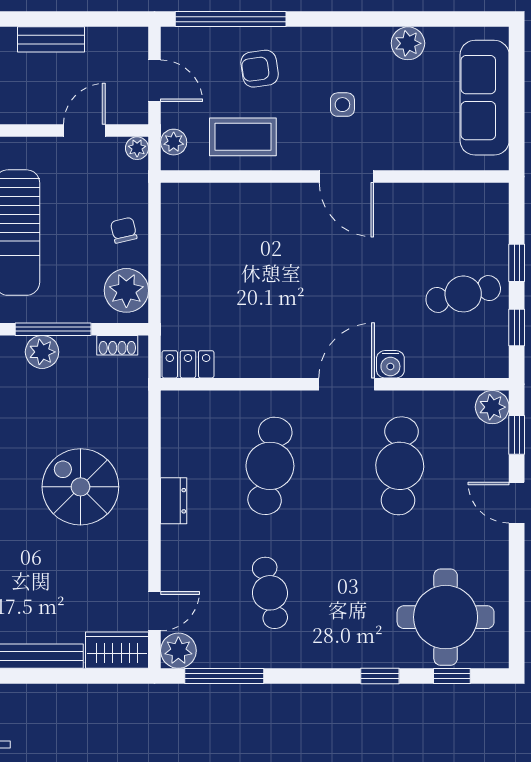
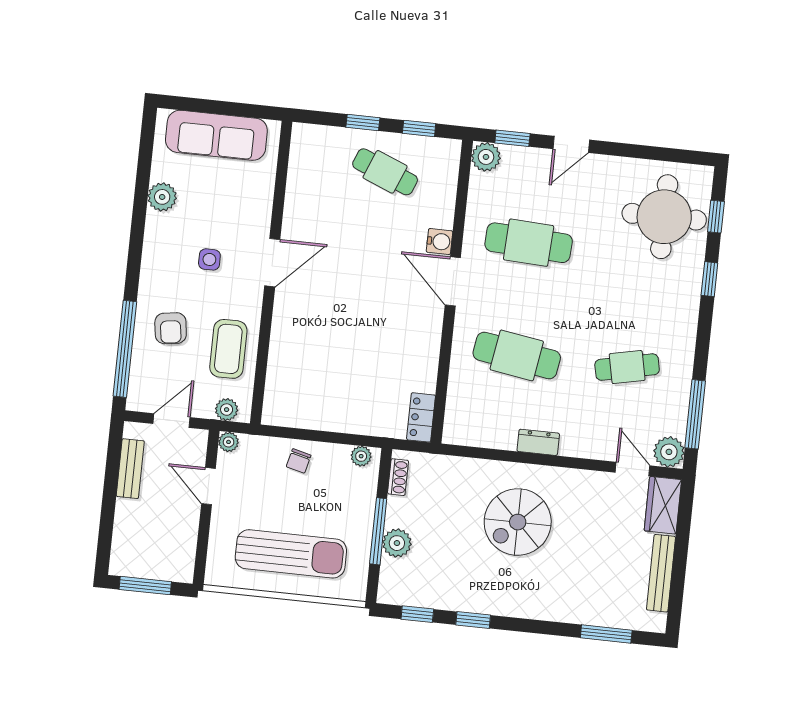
bench: (51, 39) -> (130, 469), moved
chair: (124, 230) -> (299, 461), turned -63
plant: (126, 290) -> (361, 456), width x0.53, depth x0.53
cafe table: (463, 294) -> (385, 172), turned -55

